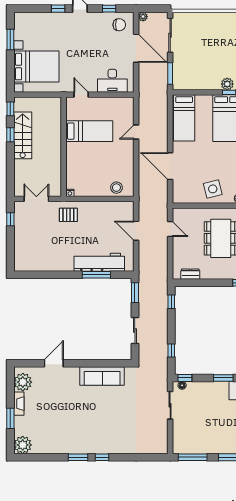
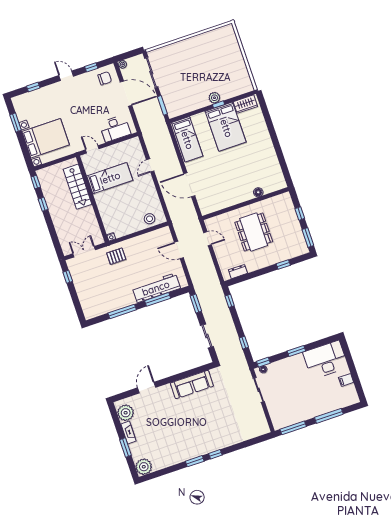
window: (58, 9) -> (33, 87), moved
stairs: (23, 135) -> (77, 187), moved, turned 180
side table: (213, 189) -> (232, 192), removed
window: (55, 275) -> (122, 311), added

